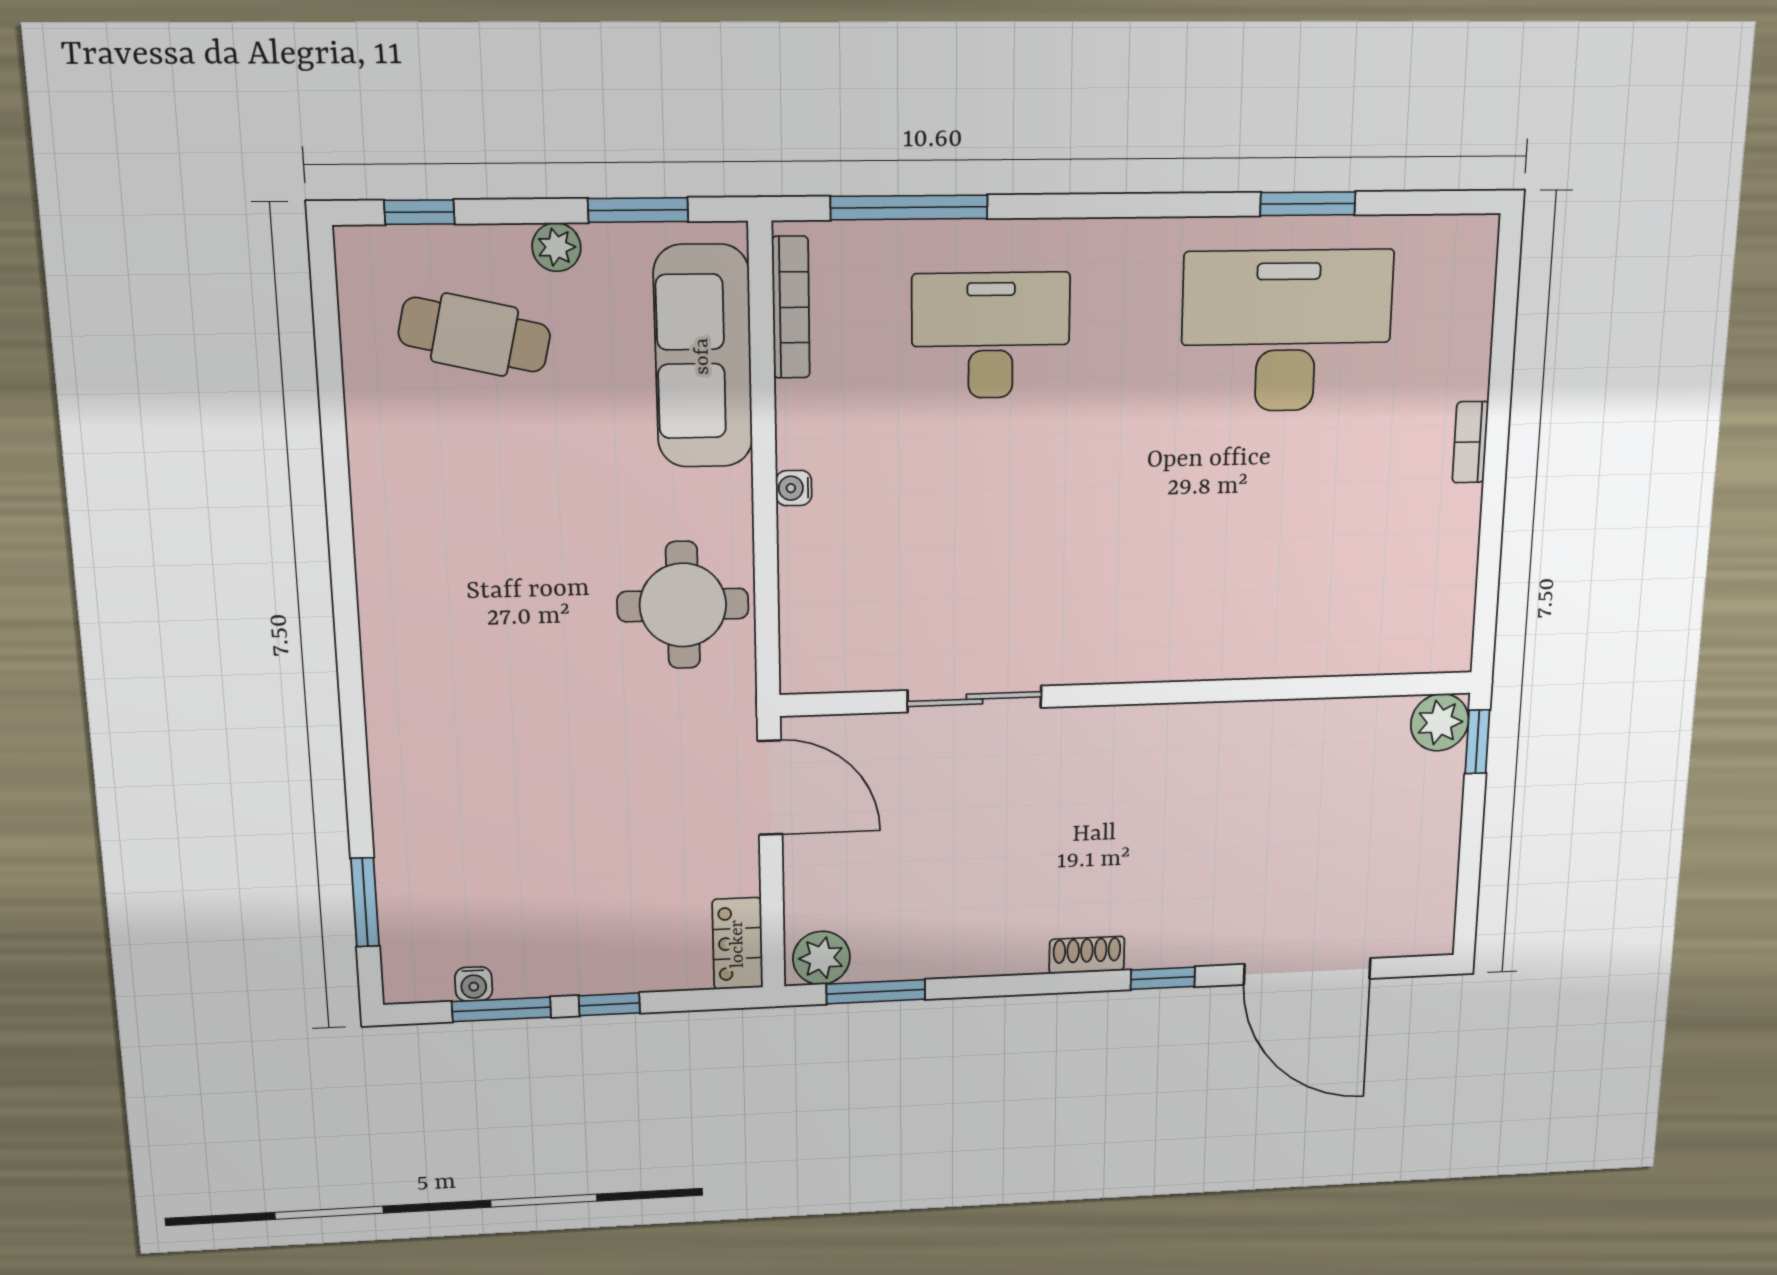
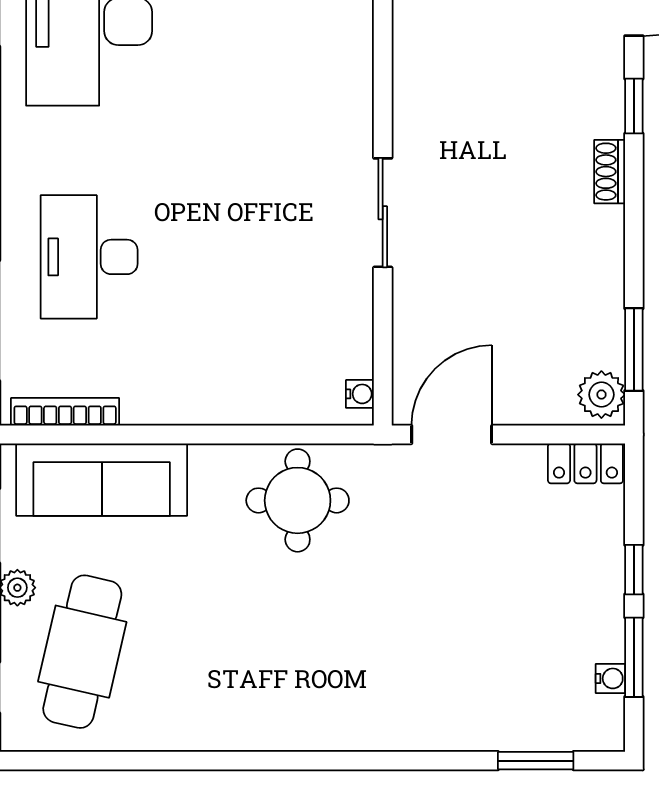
cafe table: (474, 335) -> (82, 652), width x1.37, depth x1.35
water cooler: (794, 488) -> (360, 394), moved, turned -90
sliding door: (975, 699) -> (383, 213), moved

